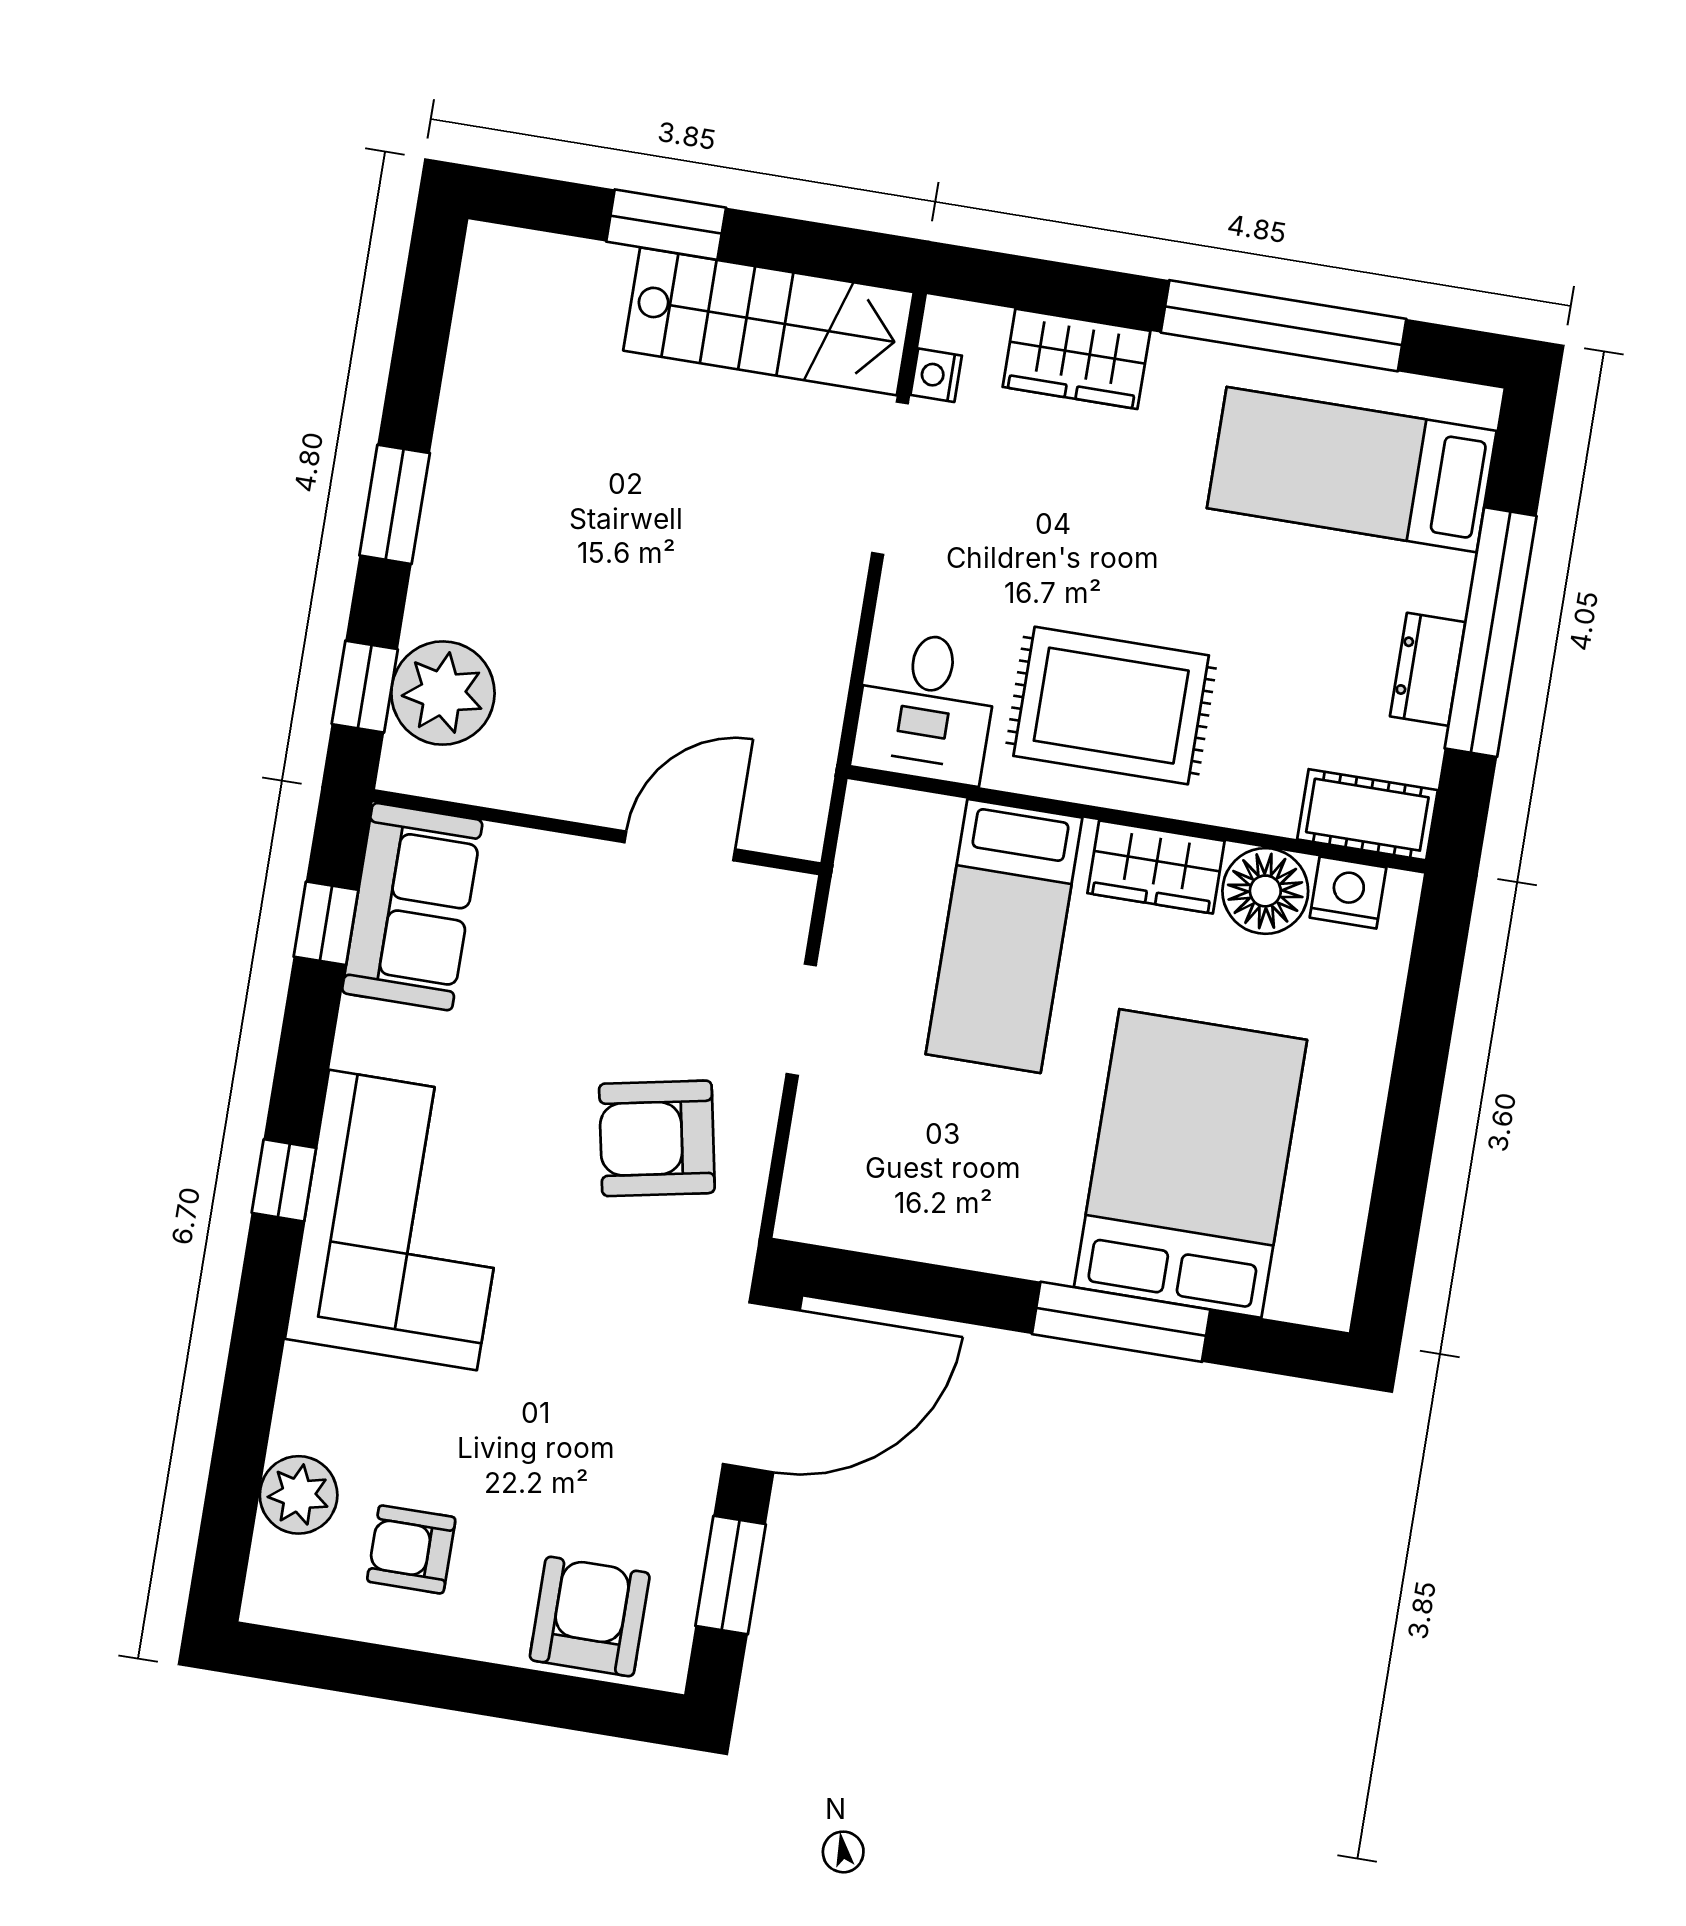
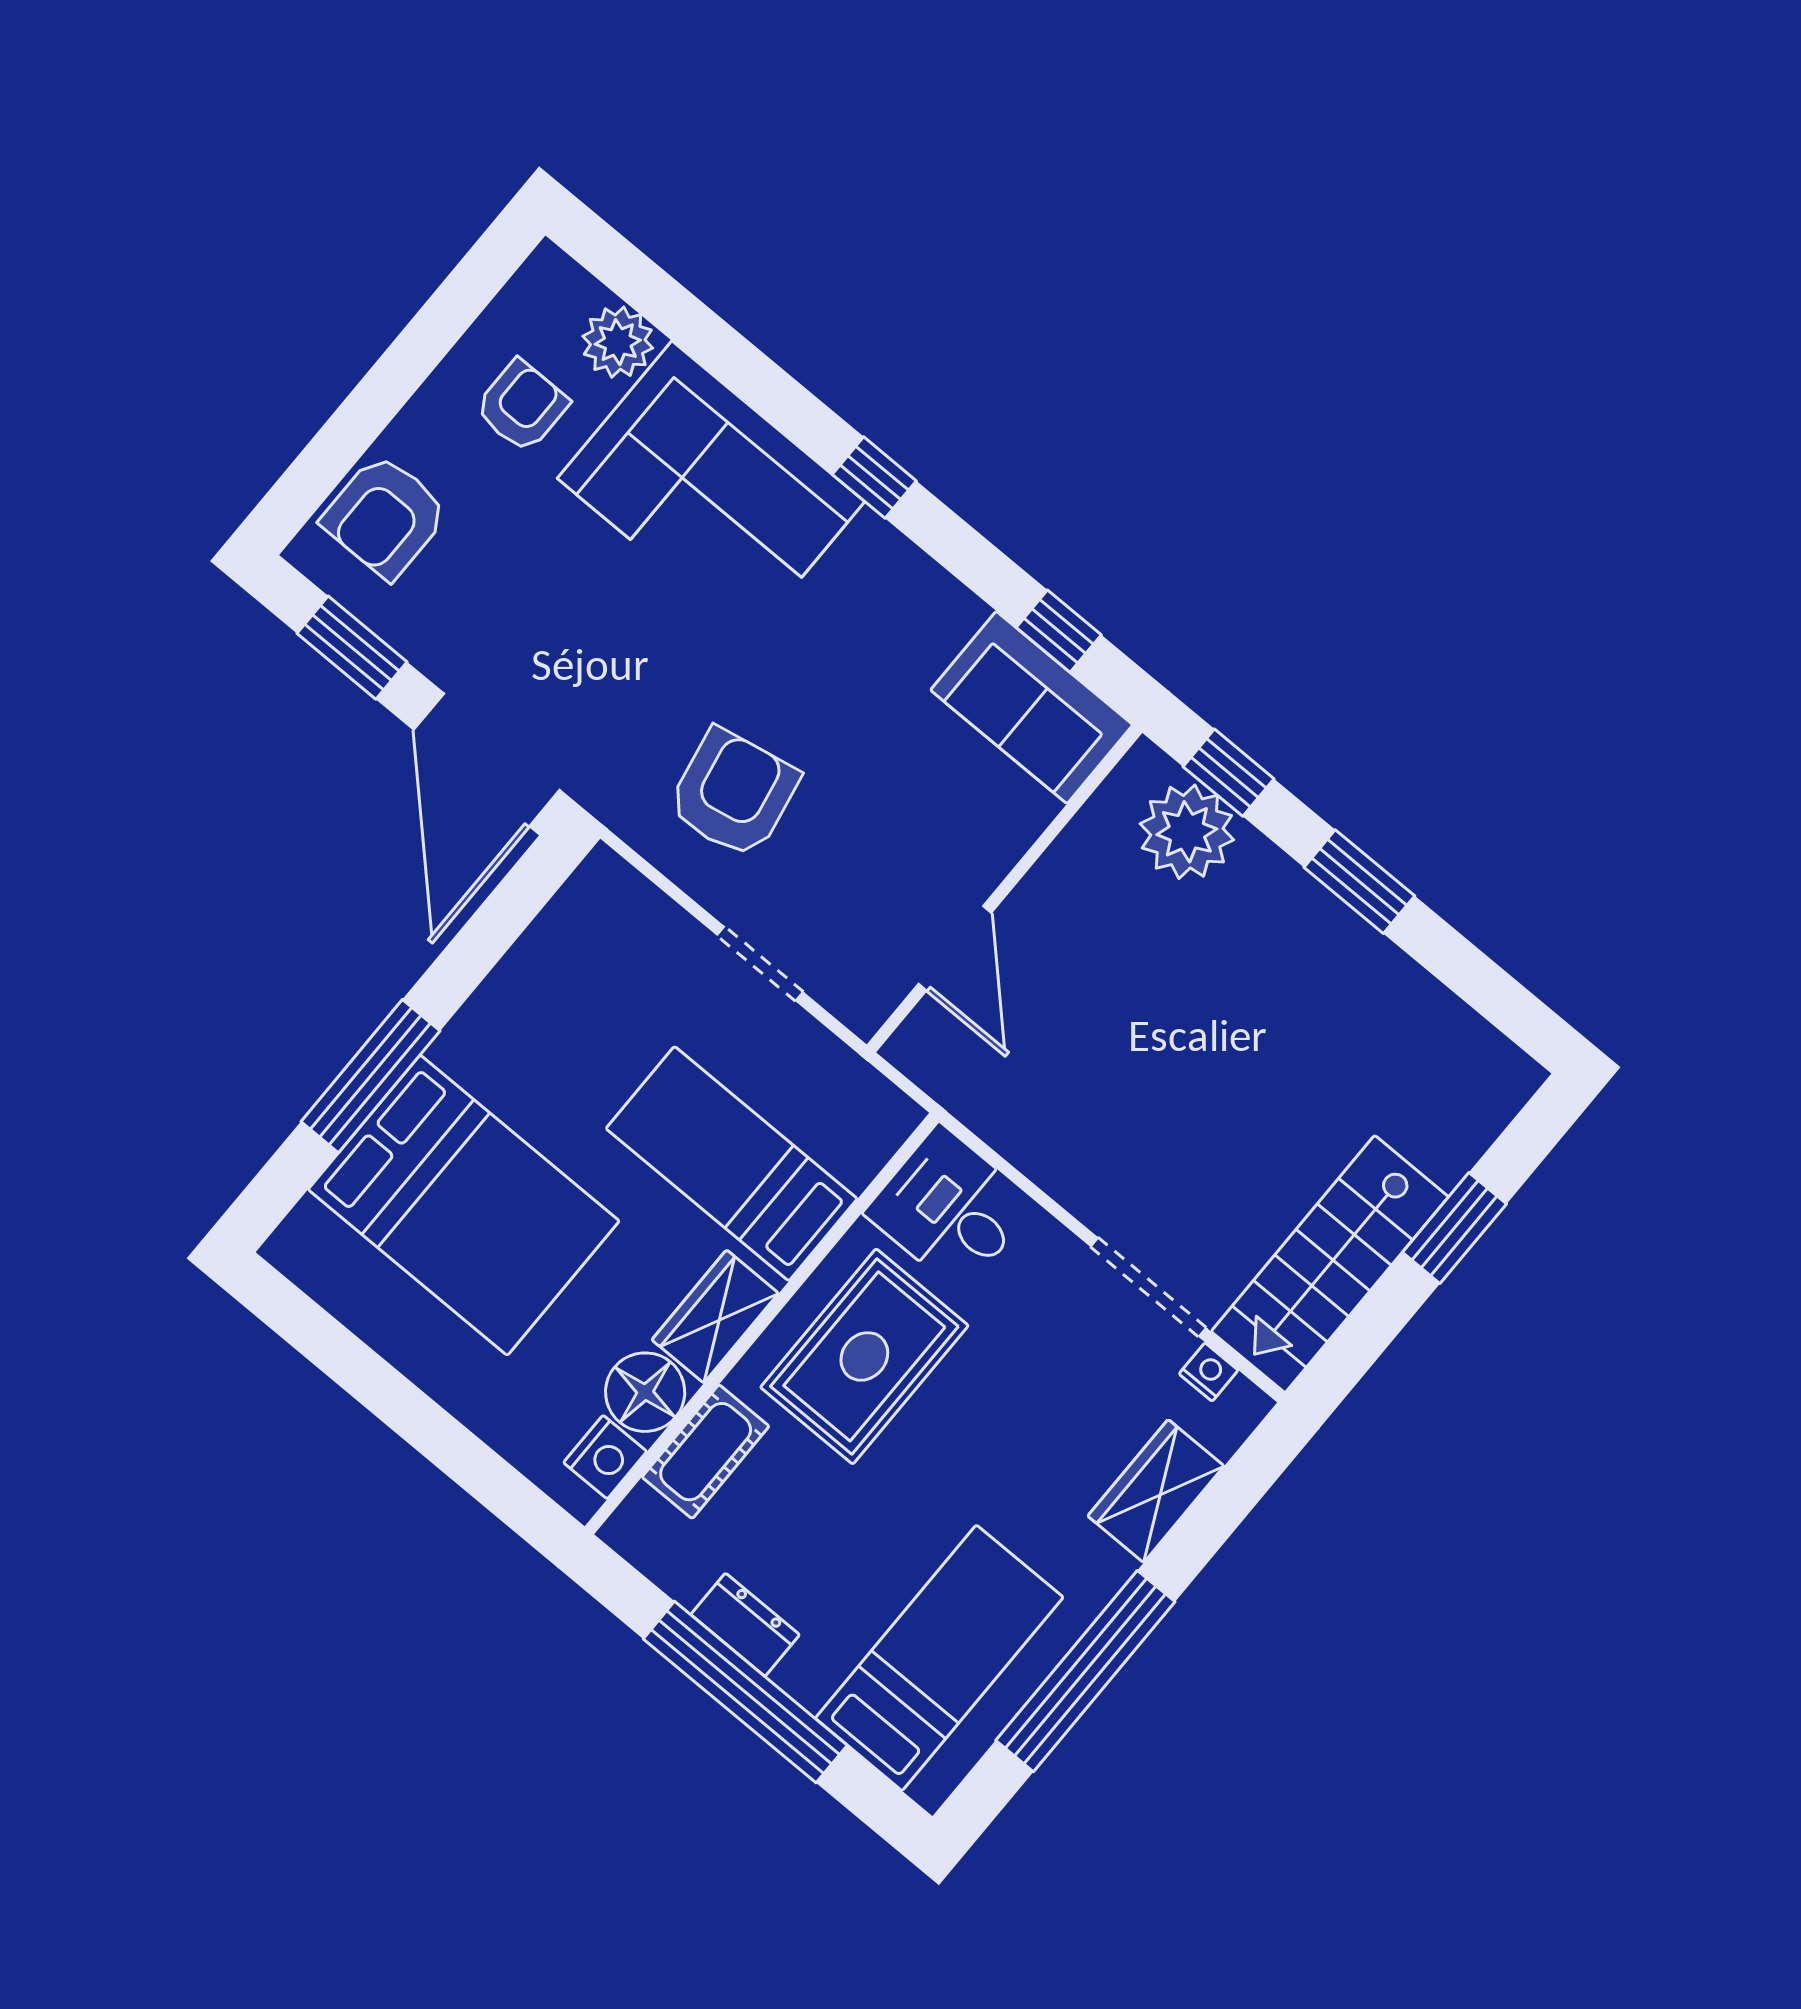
cot: (1367, 815) -> (706, 1452), moved
corner sofa: (403, 1220) -> (711, 490), moved
armchair: (590, 1617) -> (385, 516), turned 90

